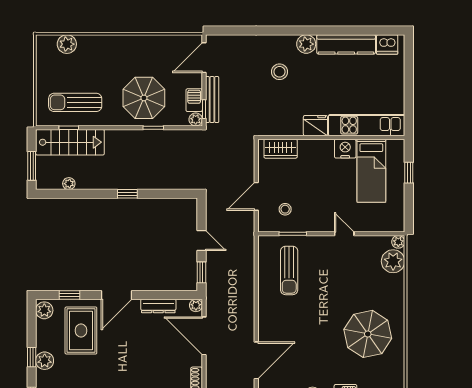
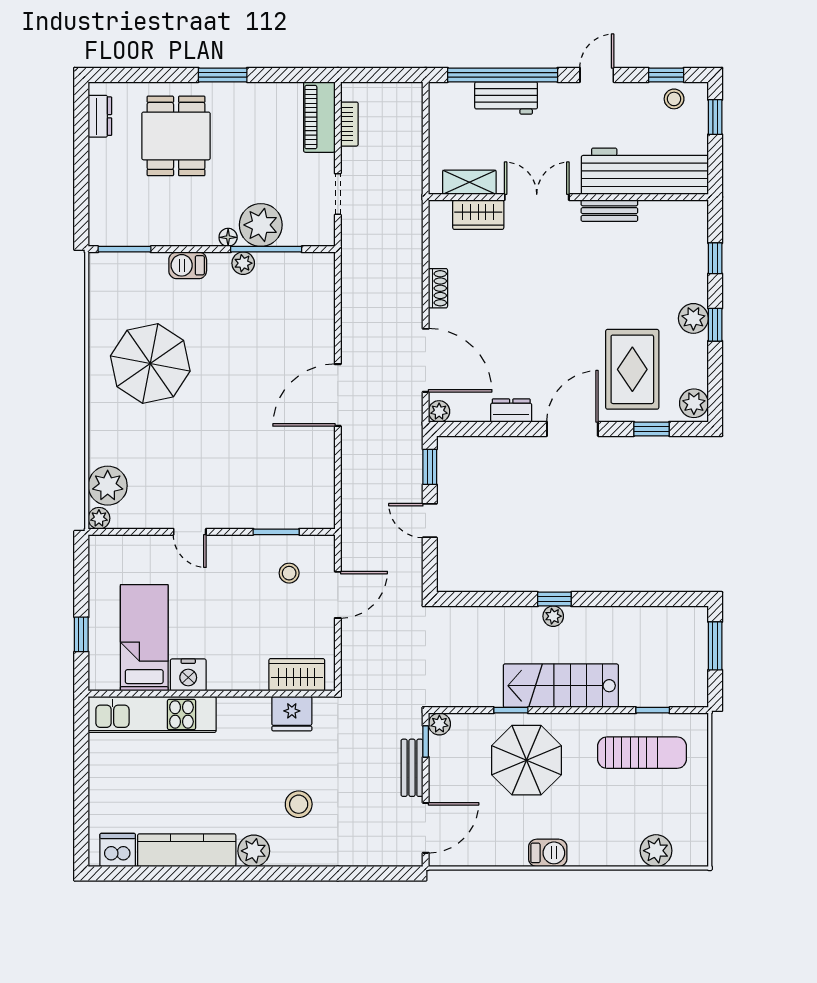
barbecue: (194, 100) -> (548, 853), moved, turned -90
bench: (212, 100) -> (412, 768), width x0.73
fridge: (315, 126) -> (292, 714), moved
stairs: (70, 142) -> (561, 686), moved
plant: (69, 184) -> (553, 616), moved
sun lounger: (289, 270) -> (282, 470), removed
dresser: (158, 306) -> (511, 411), width x0.70
door: (256, 360) -> (338, 395), moved

